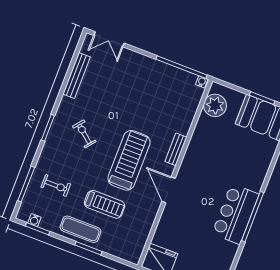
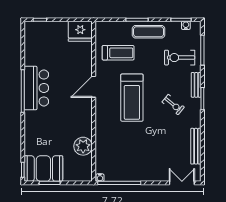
plant: (215, 105) -> (83, 146), moved
bench: (176, 149) -> (196, 85), moved
exercise bike: (56, 186) -> (180, 58), width x1.38, depth x1.39
door: (169, 190) -> (94, 87), swing flipped
treadmill: (105, 204) -> (118, 53), moved, turned 180

